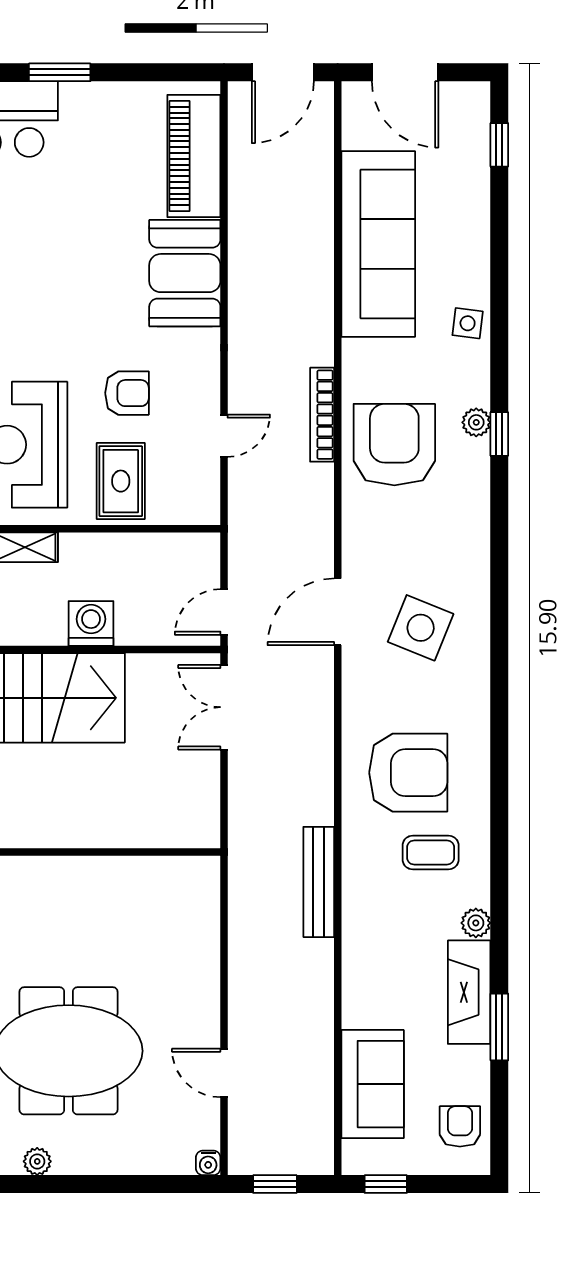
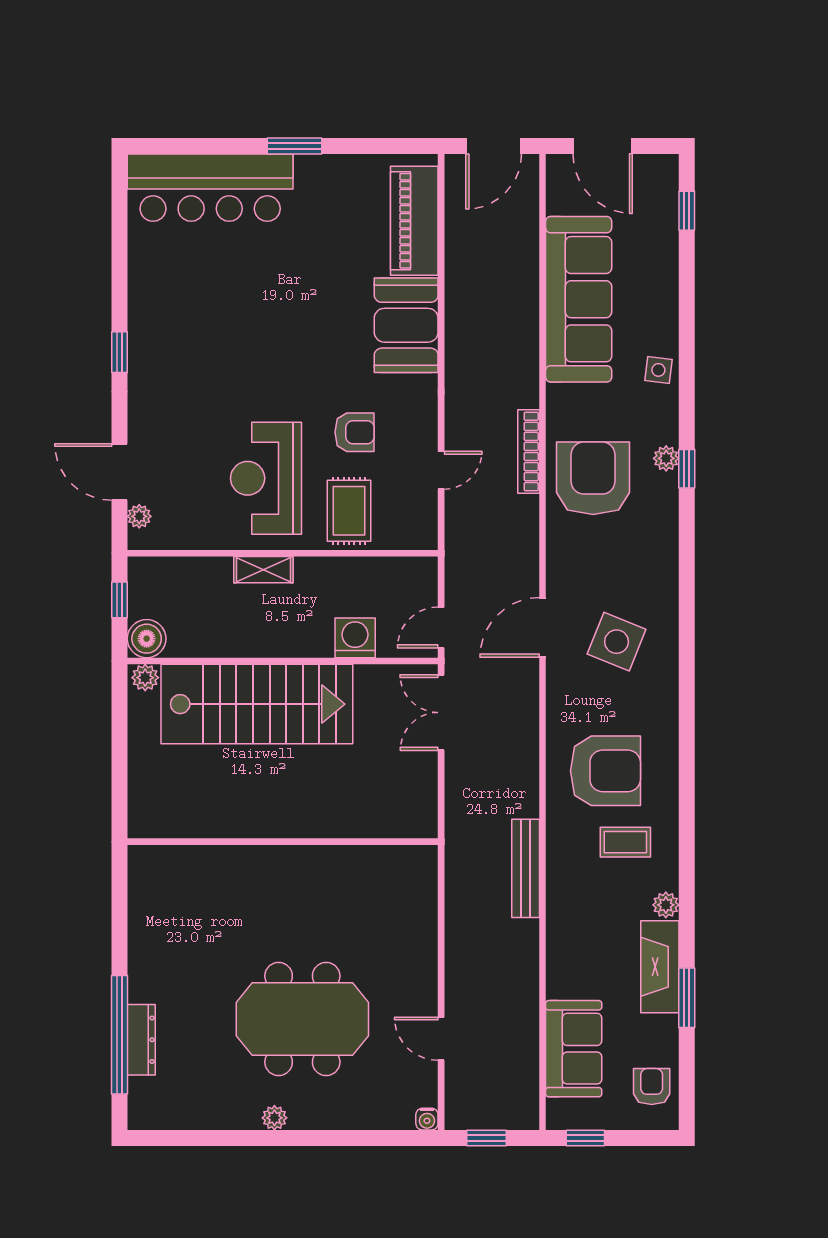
washing machine: (91, 624) -> (355, 638), moved

